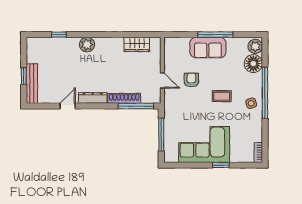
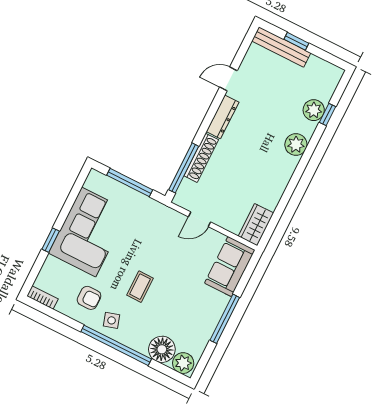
plant: (61, 44) -> (314, 110), added
wardrobe: (137, 44) -> (256, 225), moved
sofa: (208, 48) -> (230, 267), moved
armchair: (191, 80) -> (89, 298), moved
door: (68, 106) -> (228, 79), swing flipped

